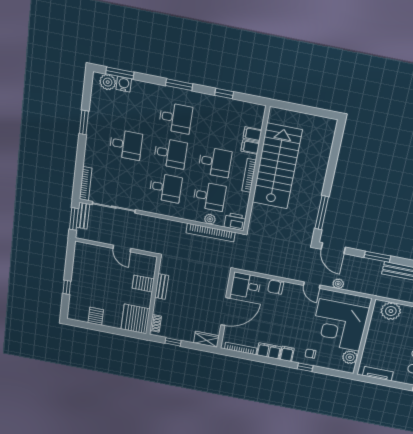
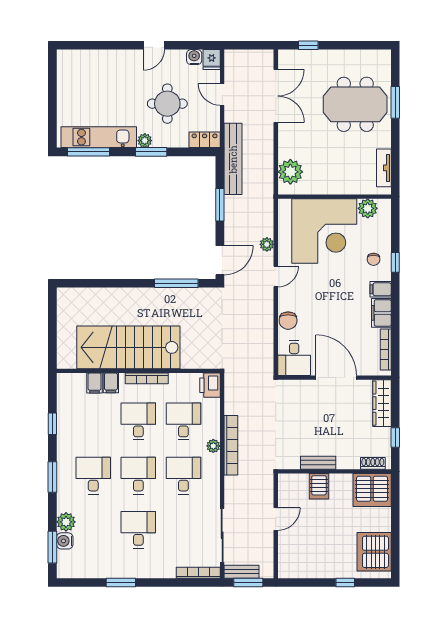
plant: (108, 82) -> (66, 522), moved
plant: (210, 219) -> (213, 446), moved
bookcase: (211, 233) -> (231, 445), moved
server rack: (96, 316) -> (374, 552), width x2.18, depth x1.44
wardrobe: (206, 339) -> (382, 403), width x1.50

